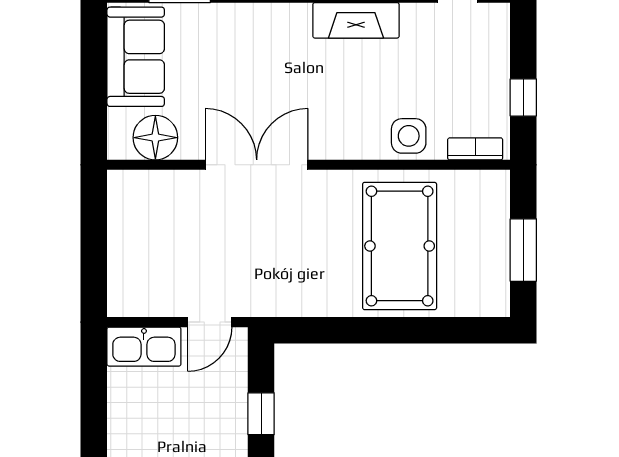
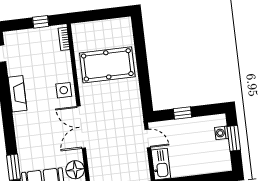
side table: (409, 136) -> (64, 90), moved
window: (523, 250) -> (103, 14), removed

